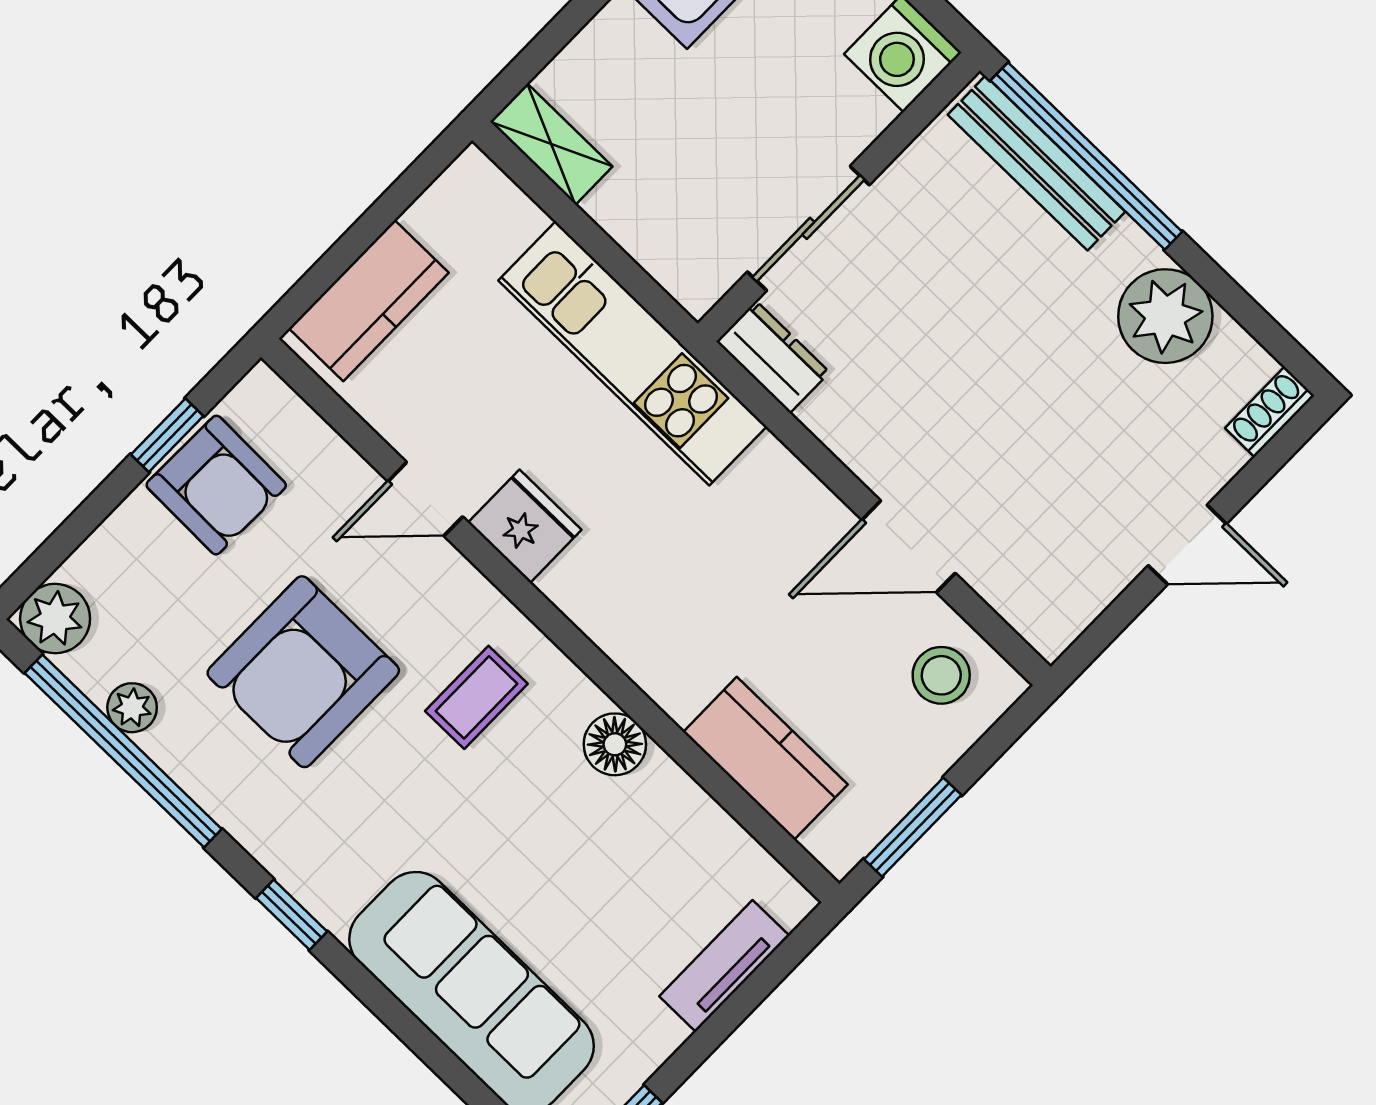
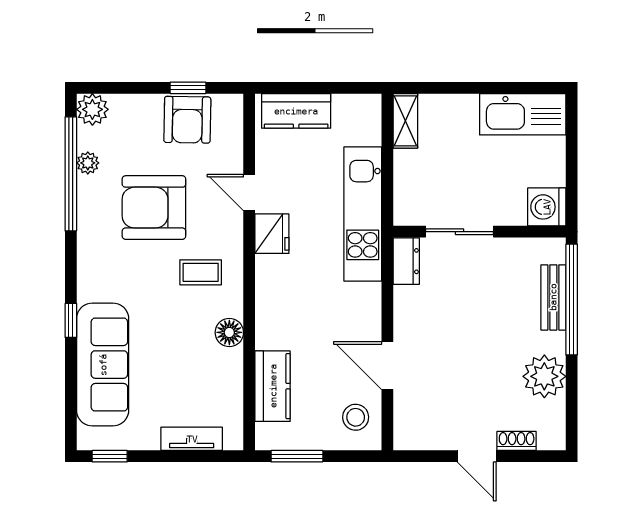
bench: (1036, 163) -> (553, 297), width x0.73
shoe rack: (1270, 412) -> (517, 441), moved
window: (292, 915) -> (71, 320), moved

